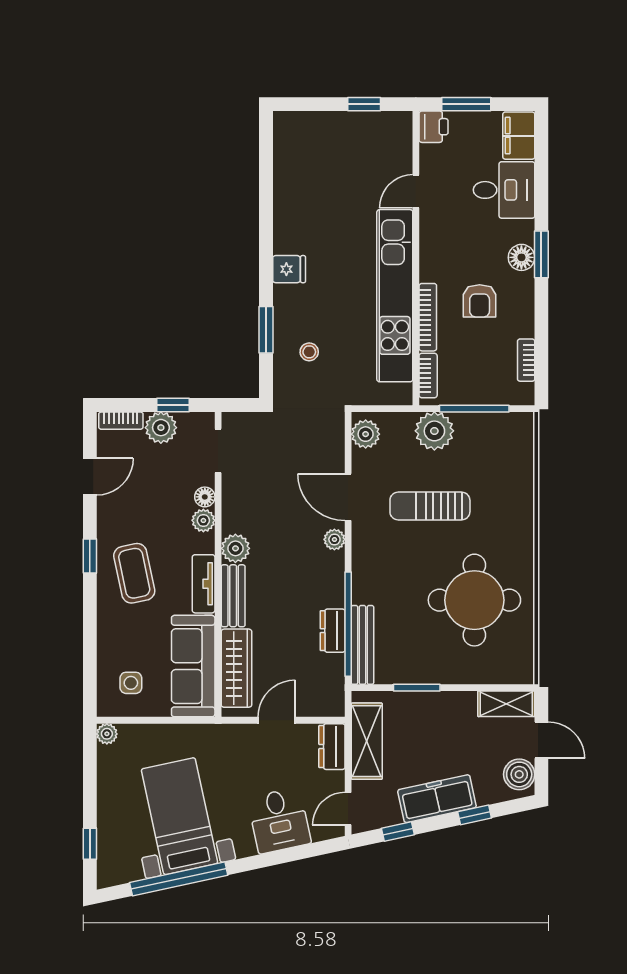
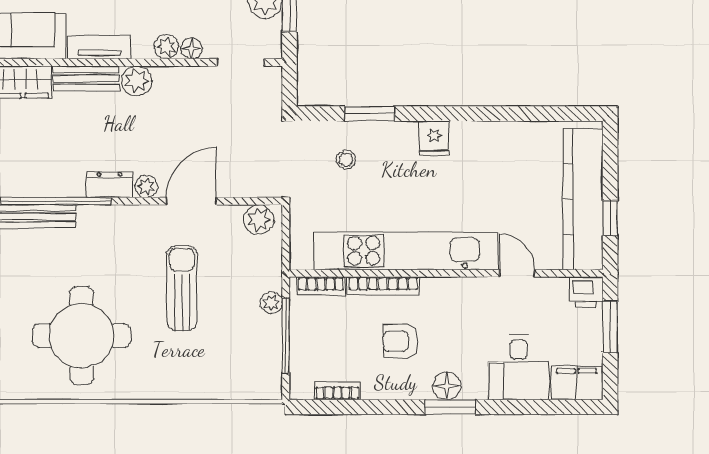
kitchen counter: (346, 129) -> (583, 199), added
plant: (434, 431) -> (271, 303), width x0.53, depth x0.53
dresser: (333, 631) -> (109, 185), moved

